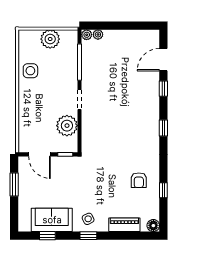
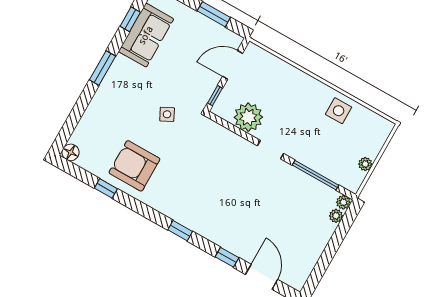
plant: (50, 39) -> (365, 164), width x0.53, depth x0.53
armchair: (139, 180) -> (134, 166), width x1.88, depth x1.88
side table: (88, 219) -> (167, 114), moved
piano: (124, 225) -> (91, 118), removed
window: (88, 236) -> (102, 68), width x1.50

